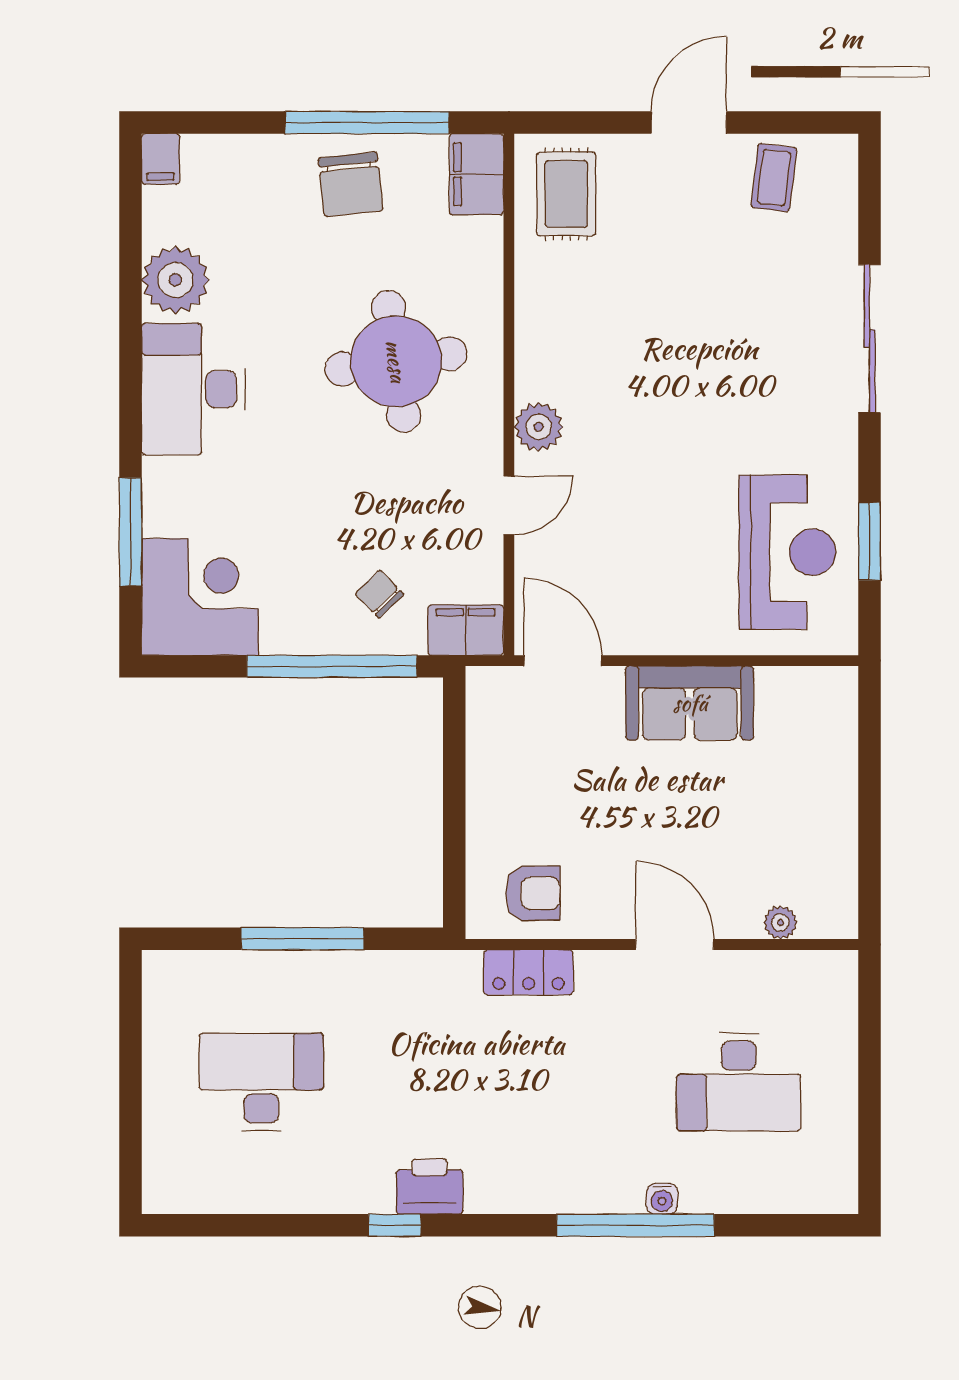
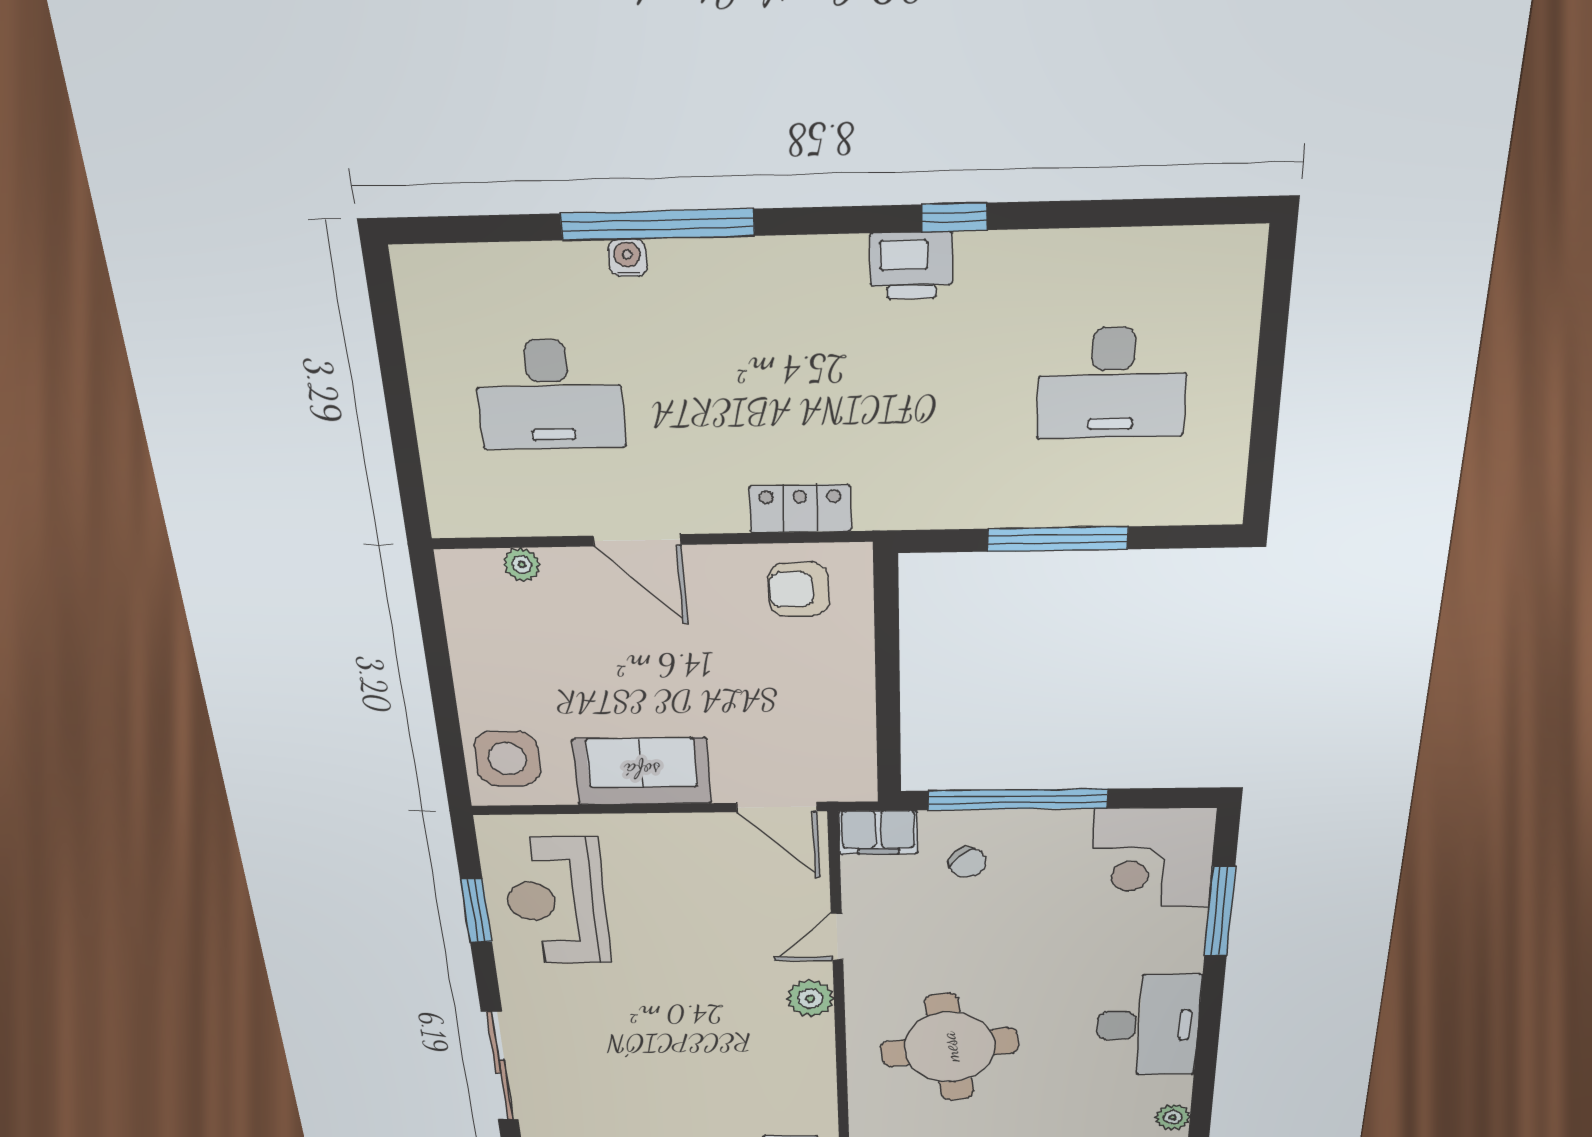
plant: (175, 280) -> (1173, 1117), width x0.53, depth x0.53
side table: (817, 719) -> (507, 758), added
desk: (739, 1082) -> (549, 395), turned 180

